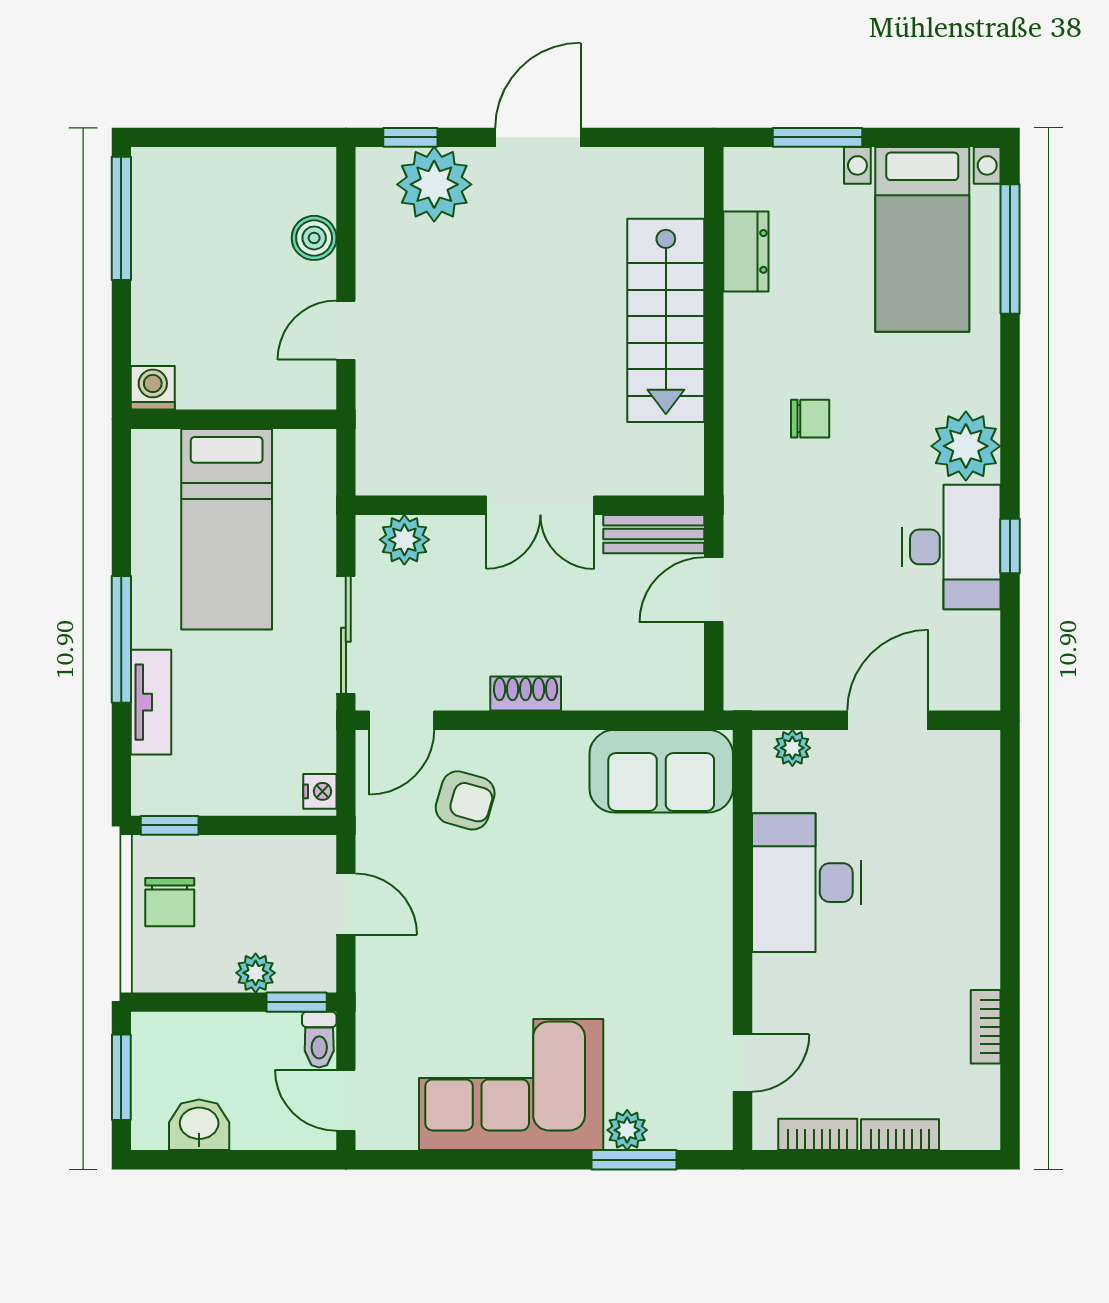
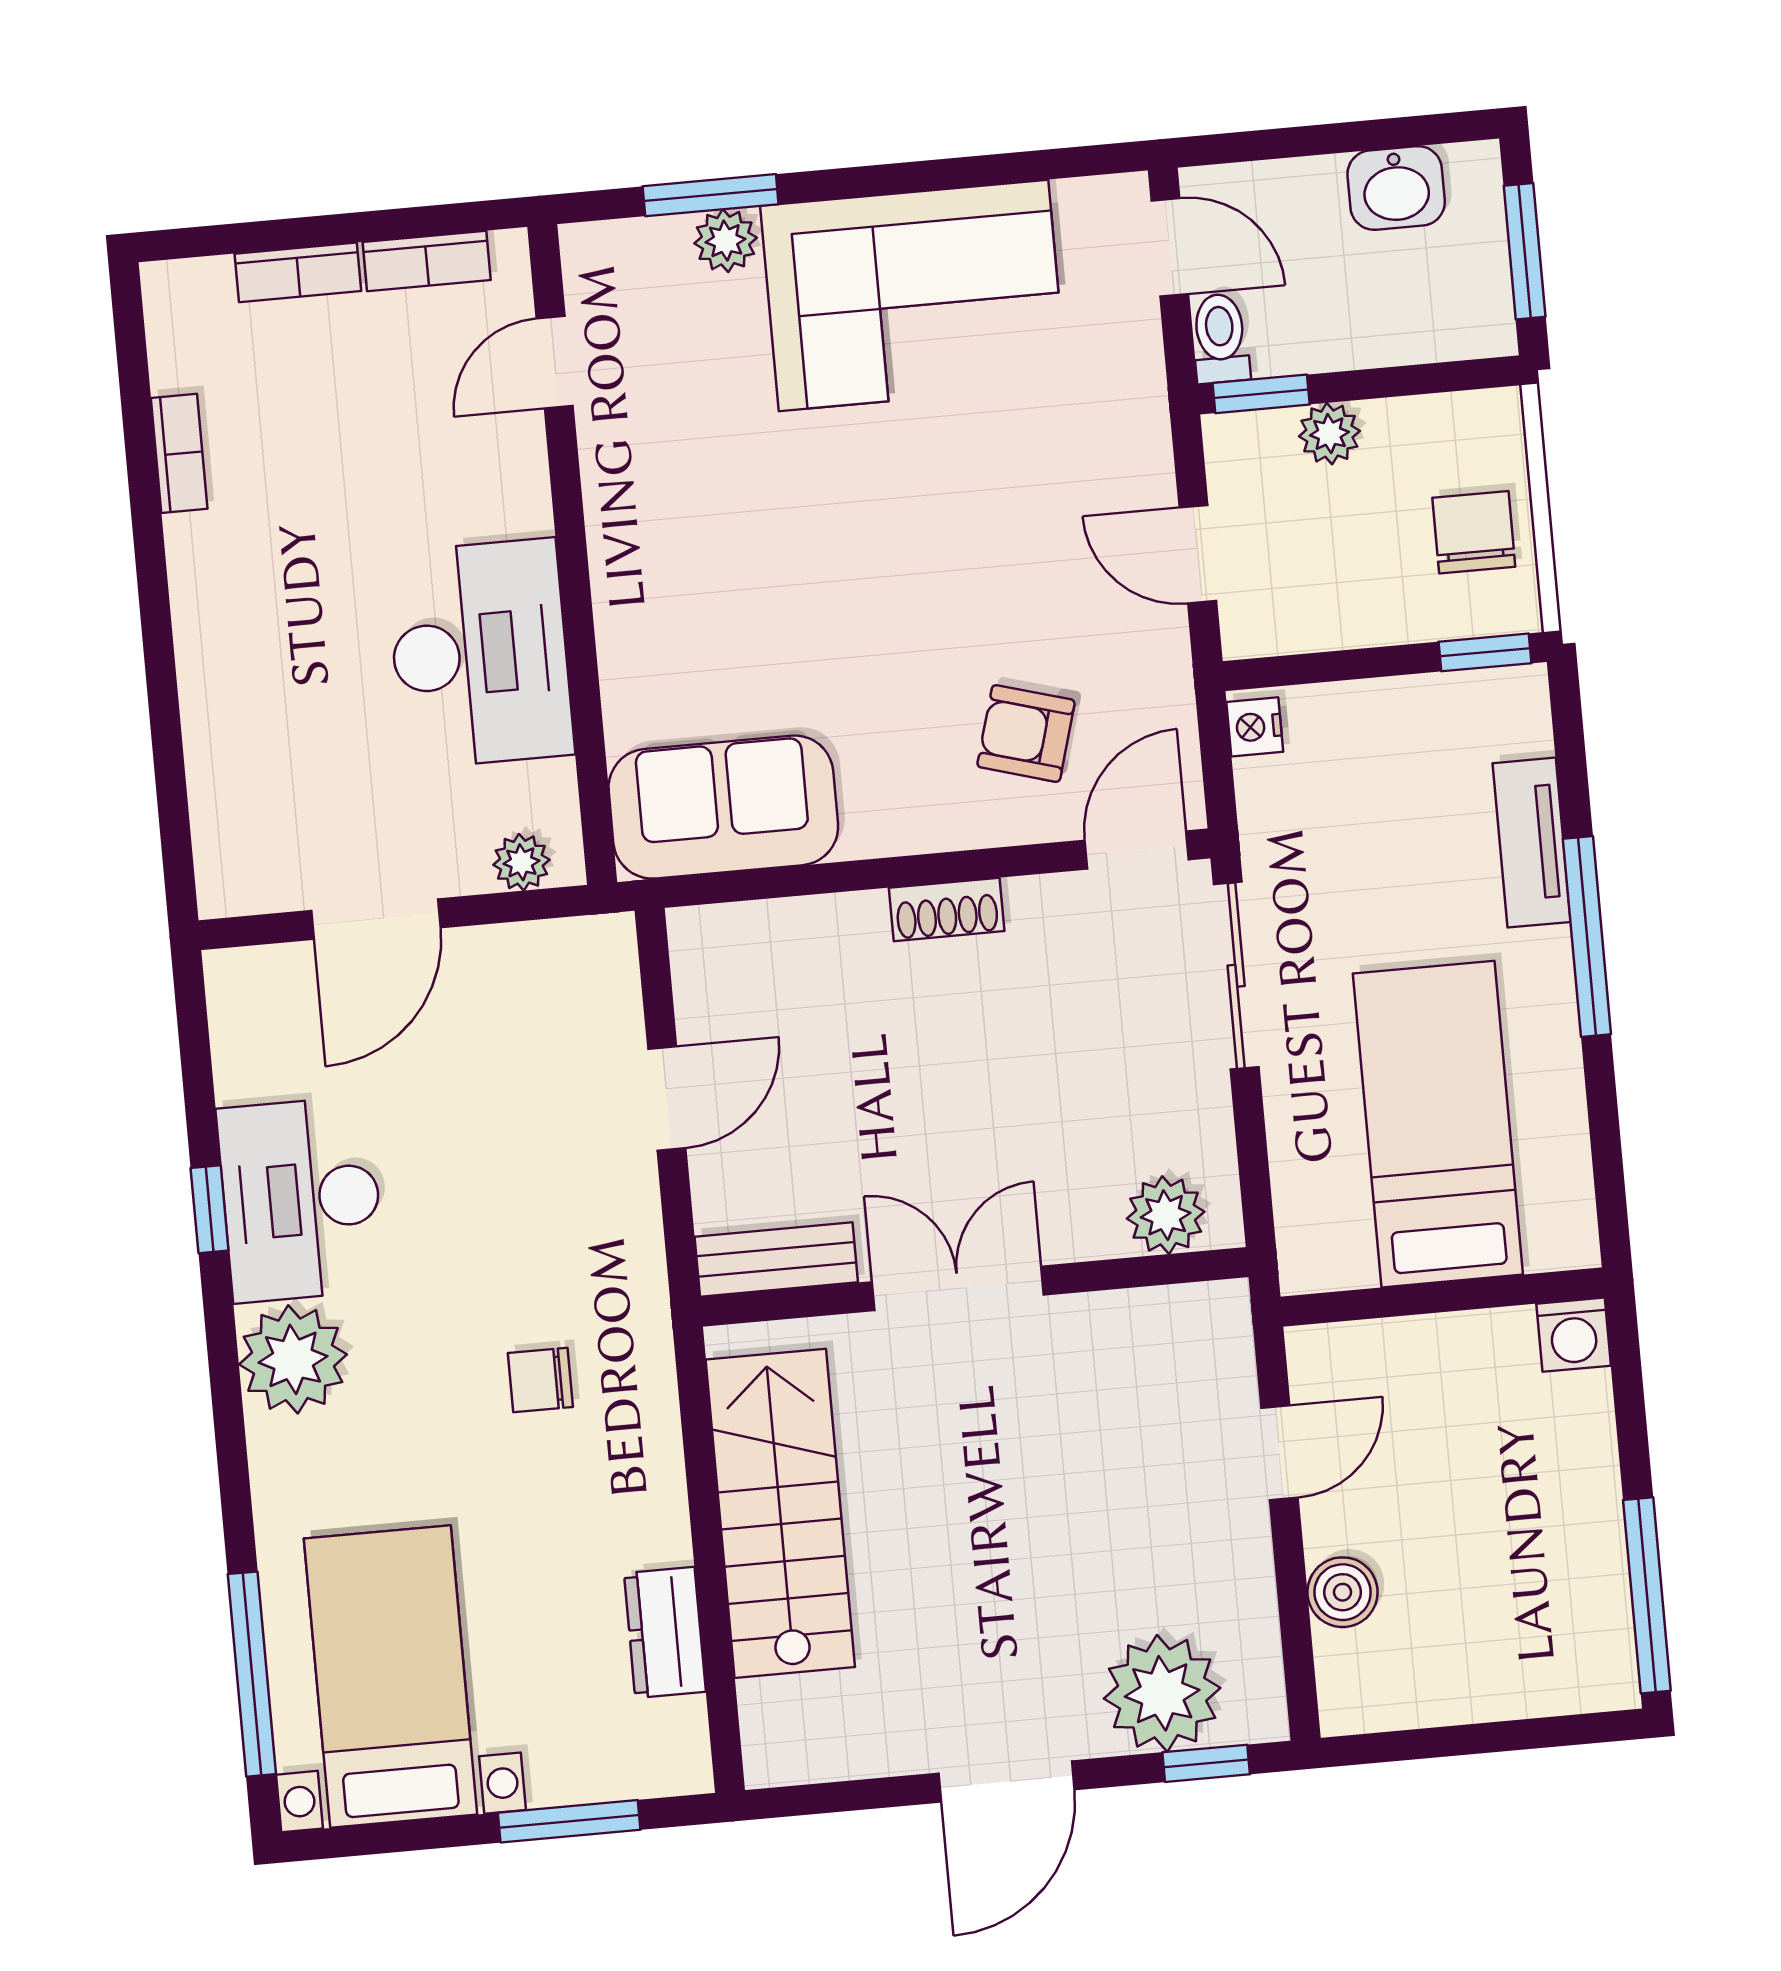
wall: (530, 505) -> (974, 1287), moved
double door: (540, 505) -> (958, 1288), moved
bench: (654, 534) -> (776, 1259), moved
plant: (404, 540) -> (1166, 1215), moved

